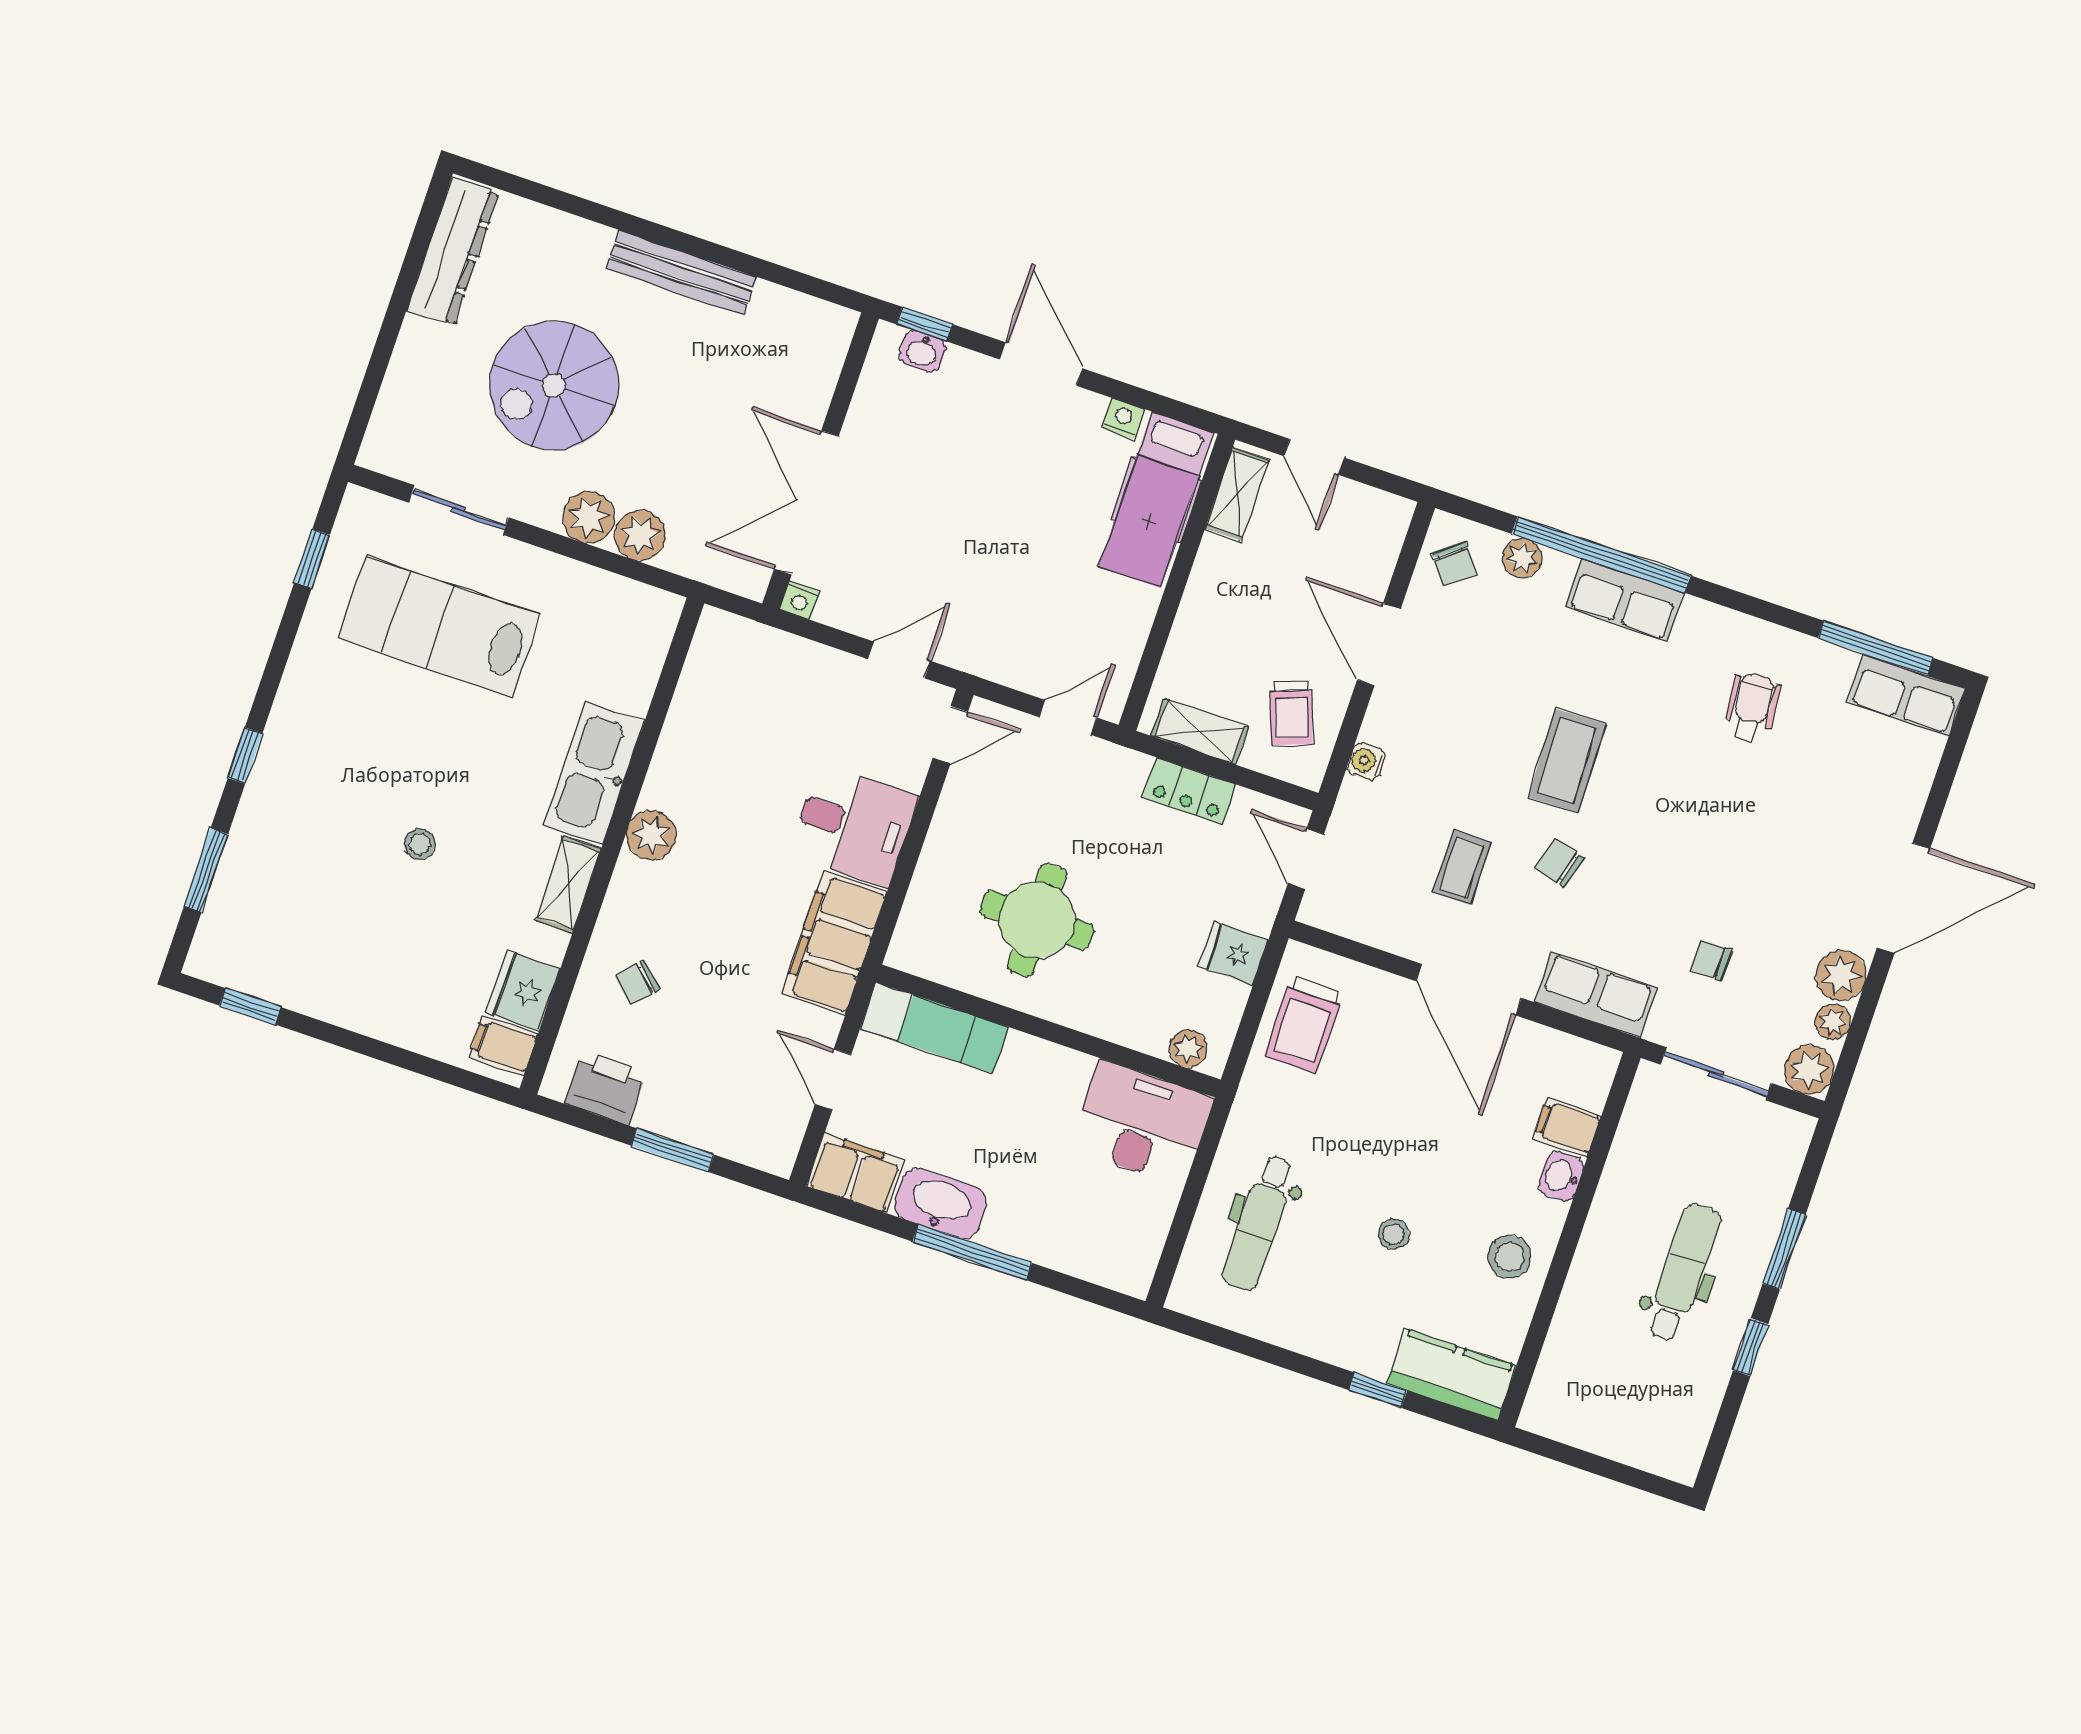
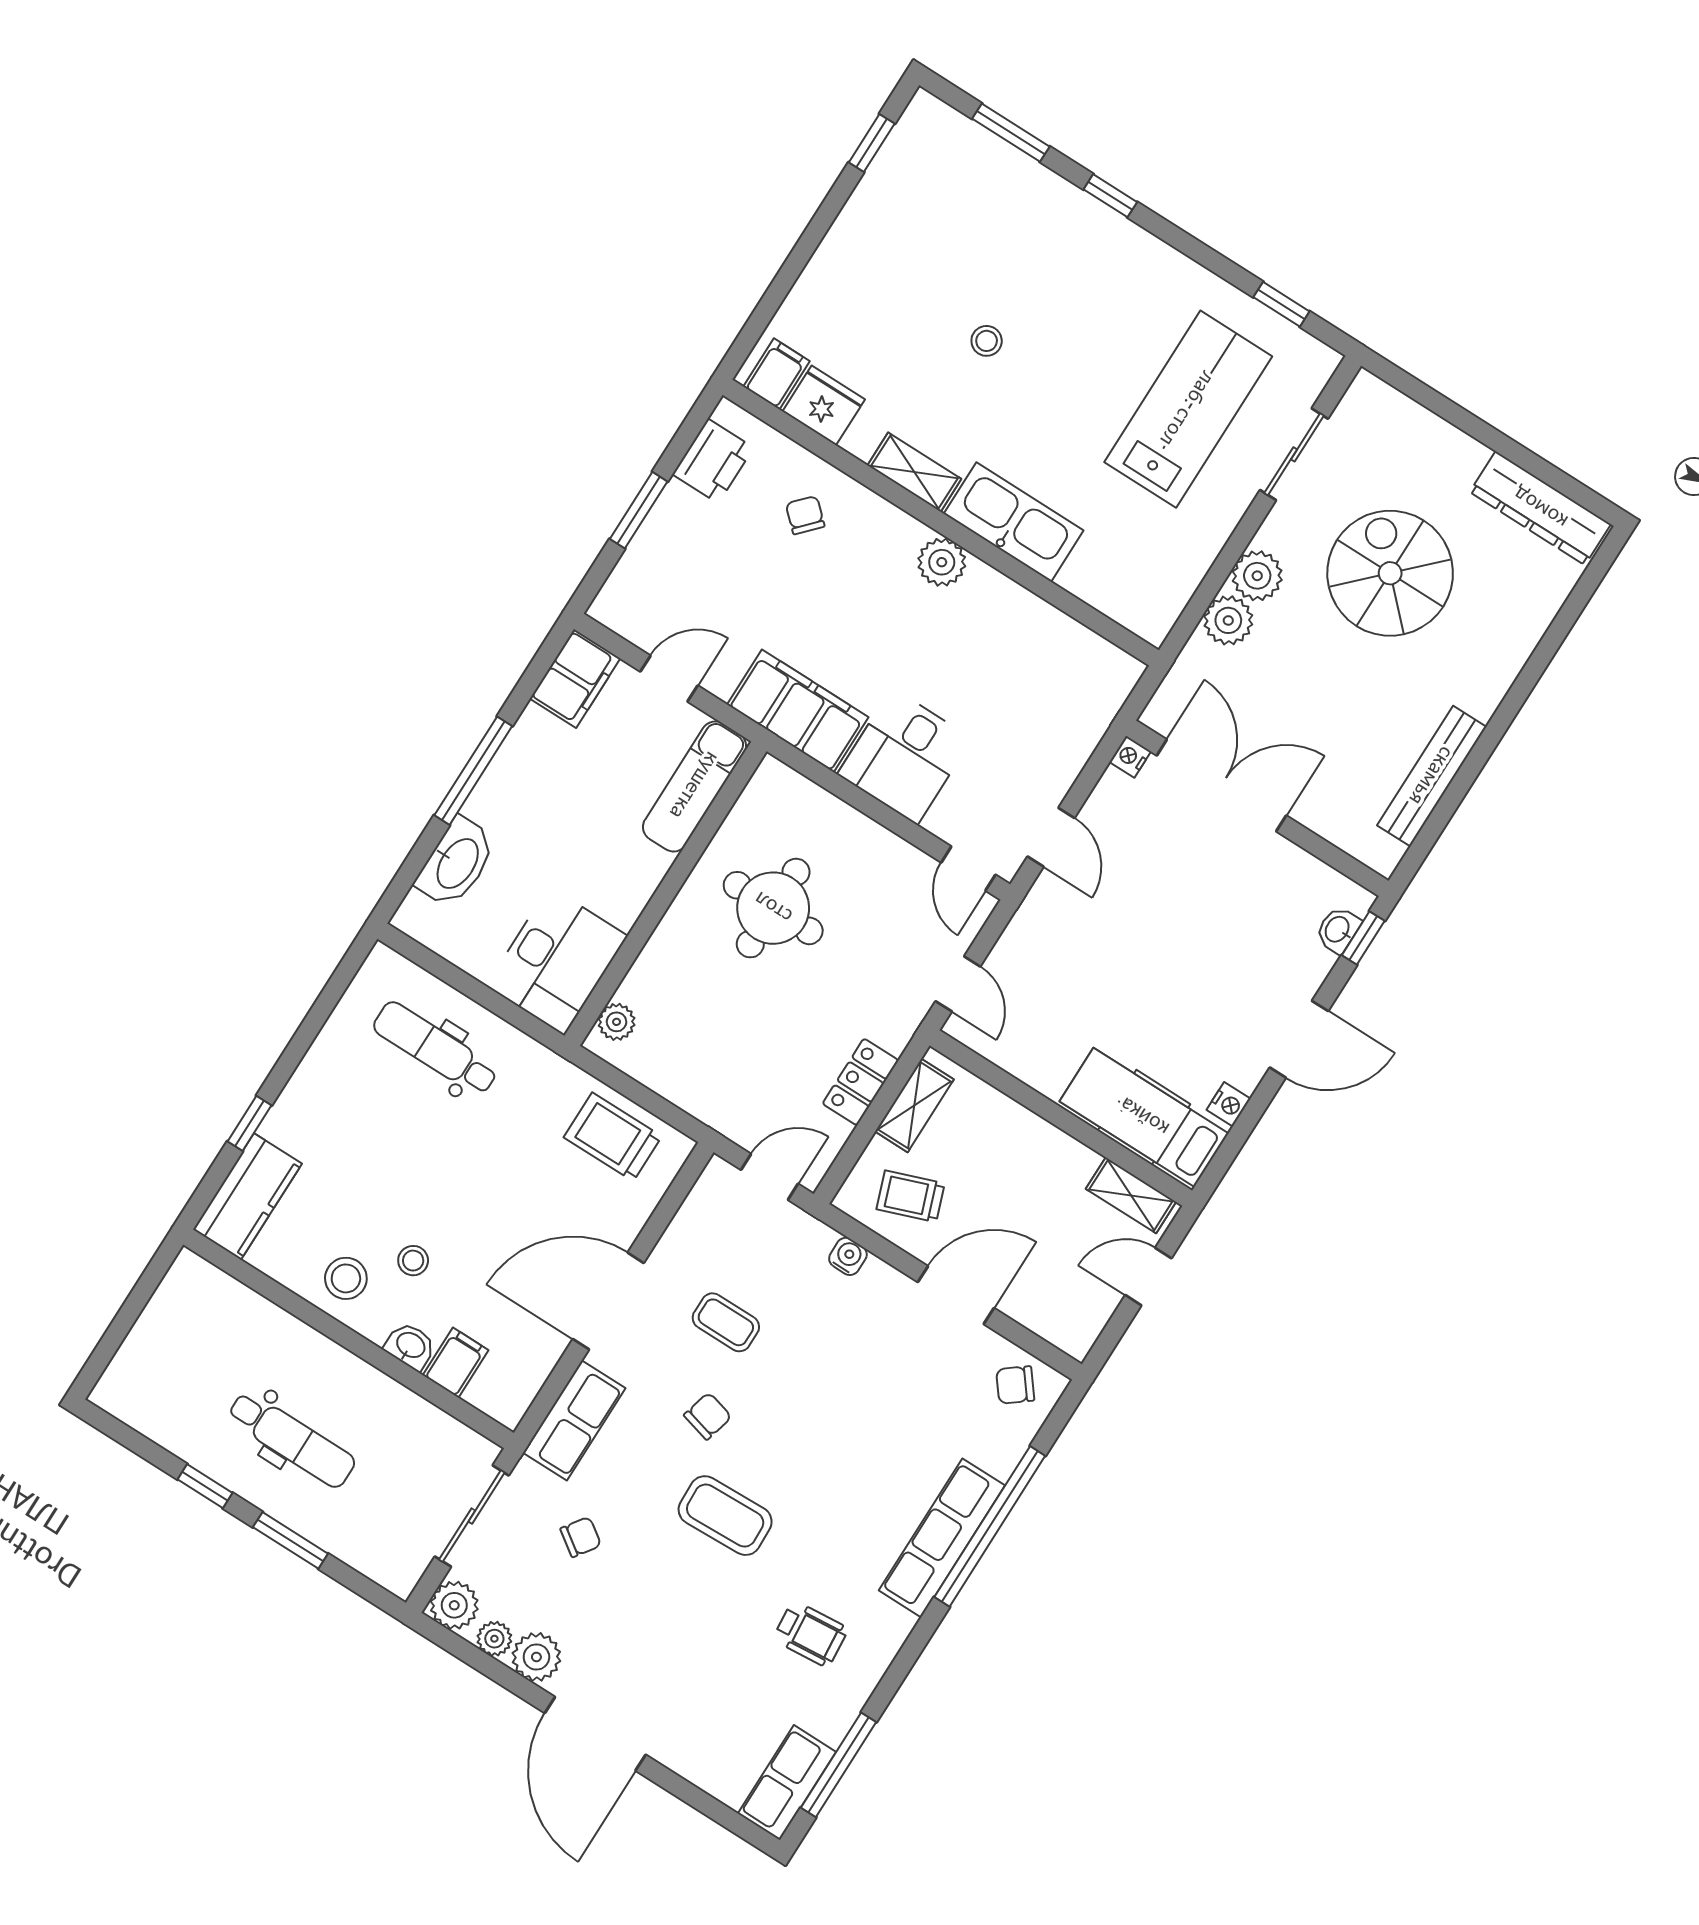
bench: (682, 273) -> (1432, 776), moved
plant: (1522, 558) -> (1005, 1451), removed
row of seats: (1624, 600) -> (942, 1538), width x1.48
coffee table: (1567, 761) -> (725, 1516), moved
fridge: (1234, 953) -> (696, 1087), removed
chair: (1711, 960) -> (581, 1537), turned 35
washbasin: (940, 1203) -> (456, 863), moved
stool: (1394, 1234) -> (413, 1261), moved

